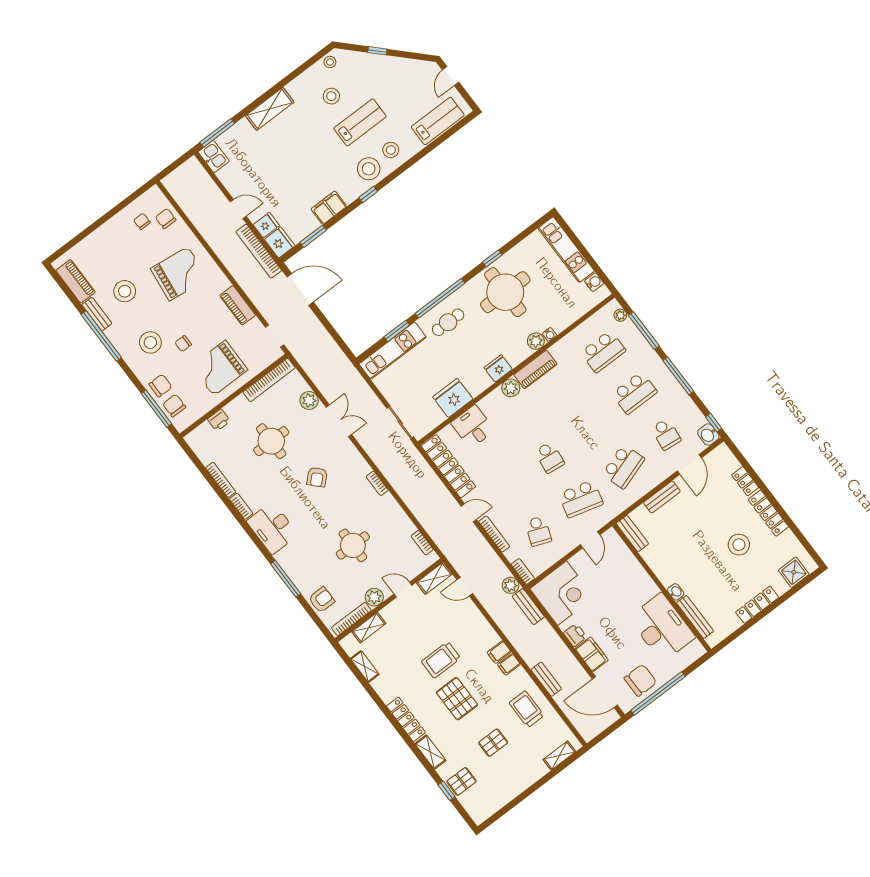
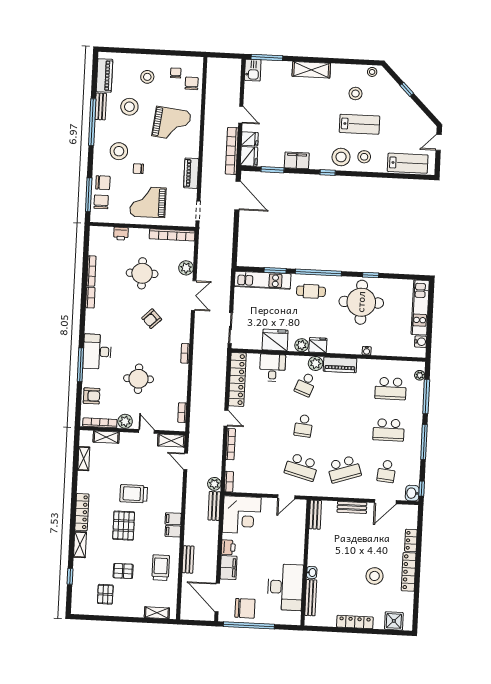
stool: (118, 248) -> (147, 77), added
plant: (536, 341) -> (302, 345), moved
desk: (272, 528) -> (97, 352), moved
school desk: (538, 531) -> (306, 384), moved
pallet: (461, 781) -> (105, 594), moved, turned 90

